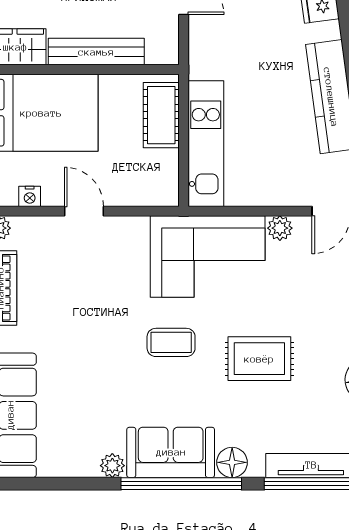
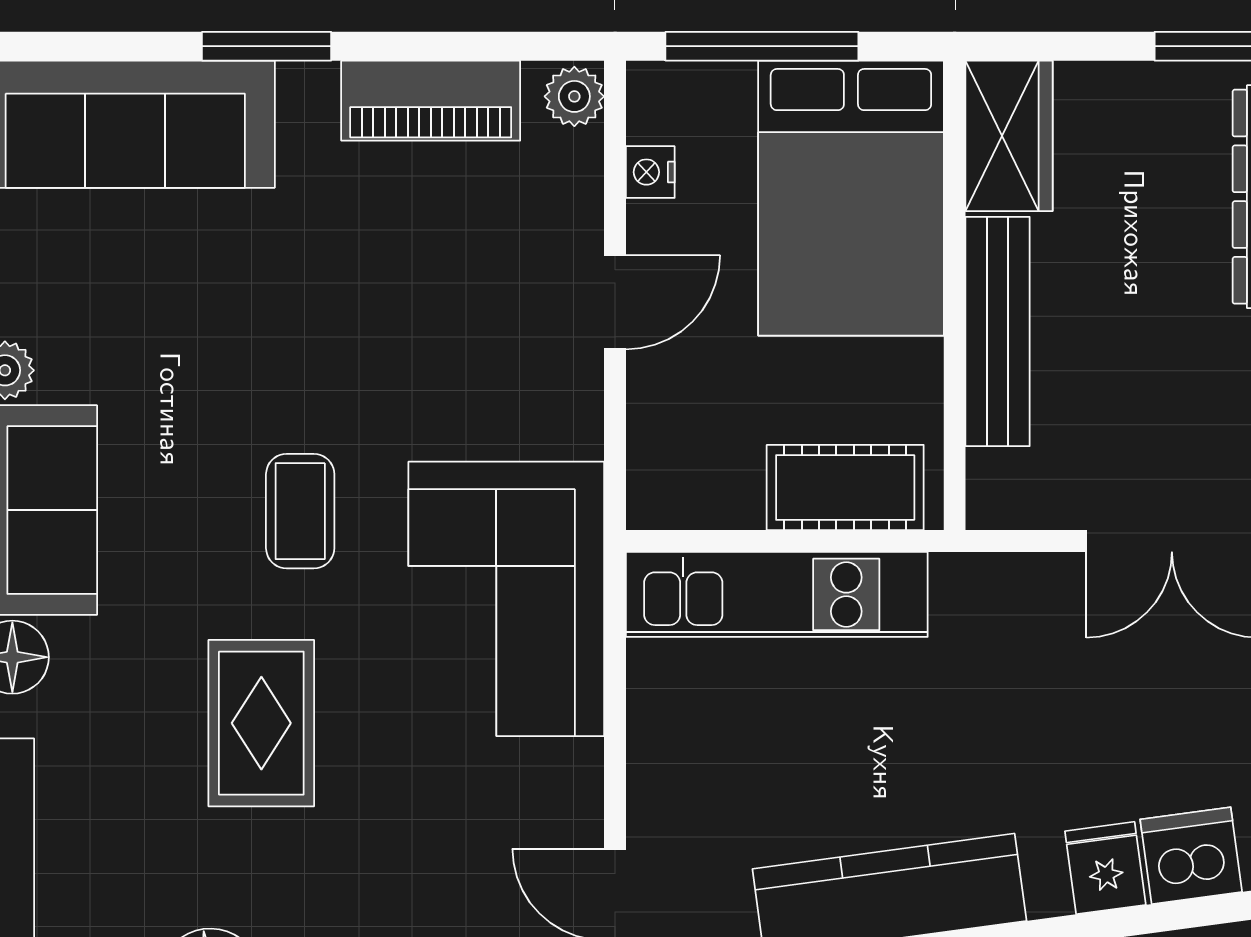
plant: (280, 228) -> (574, 772), removed

